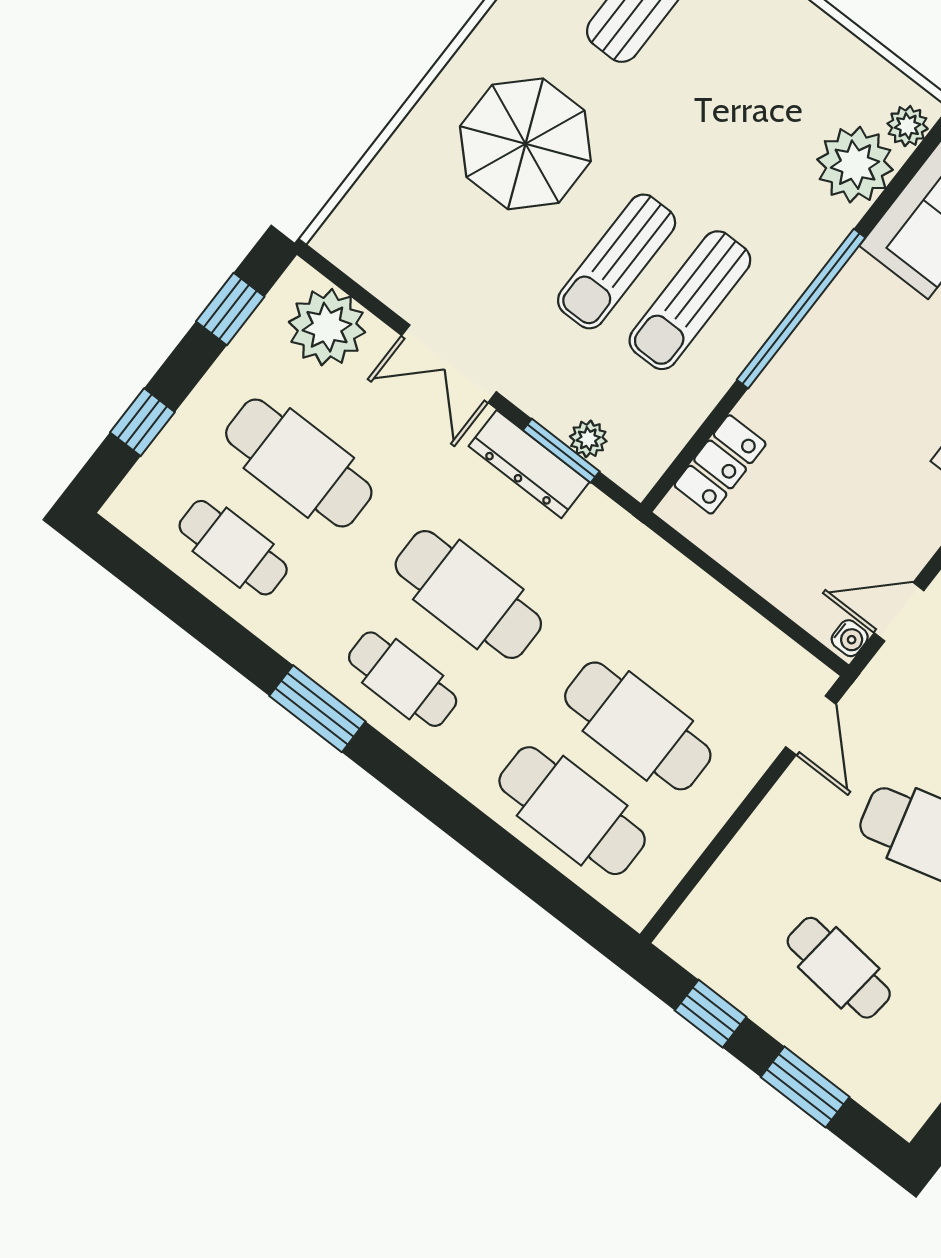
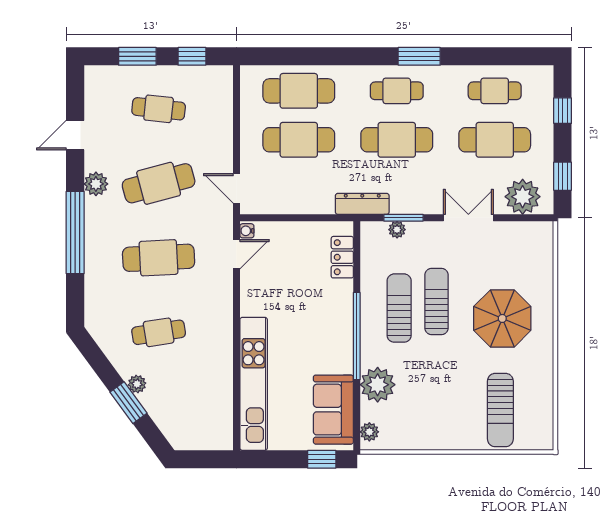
plant: (855, 165) -> (378, 385), moved
dresser: (529, 464) -> (362, 204), moved

